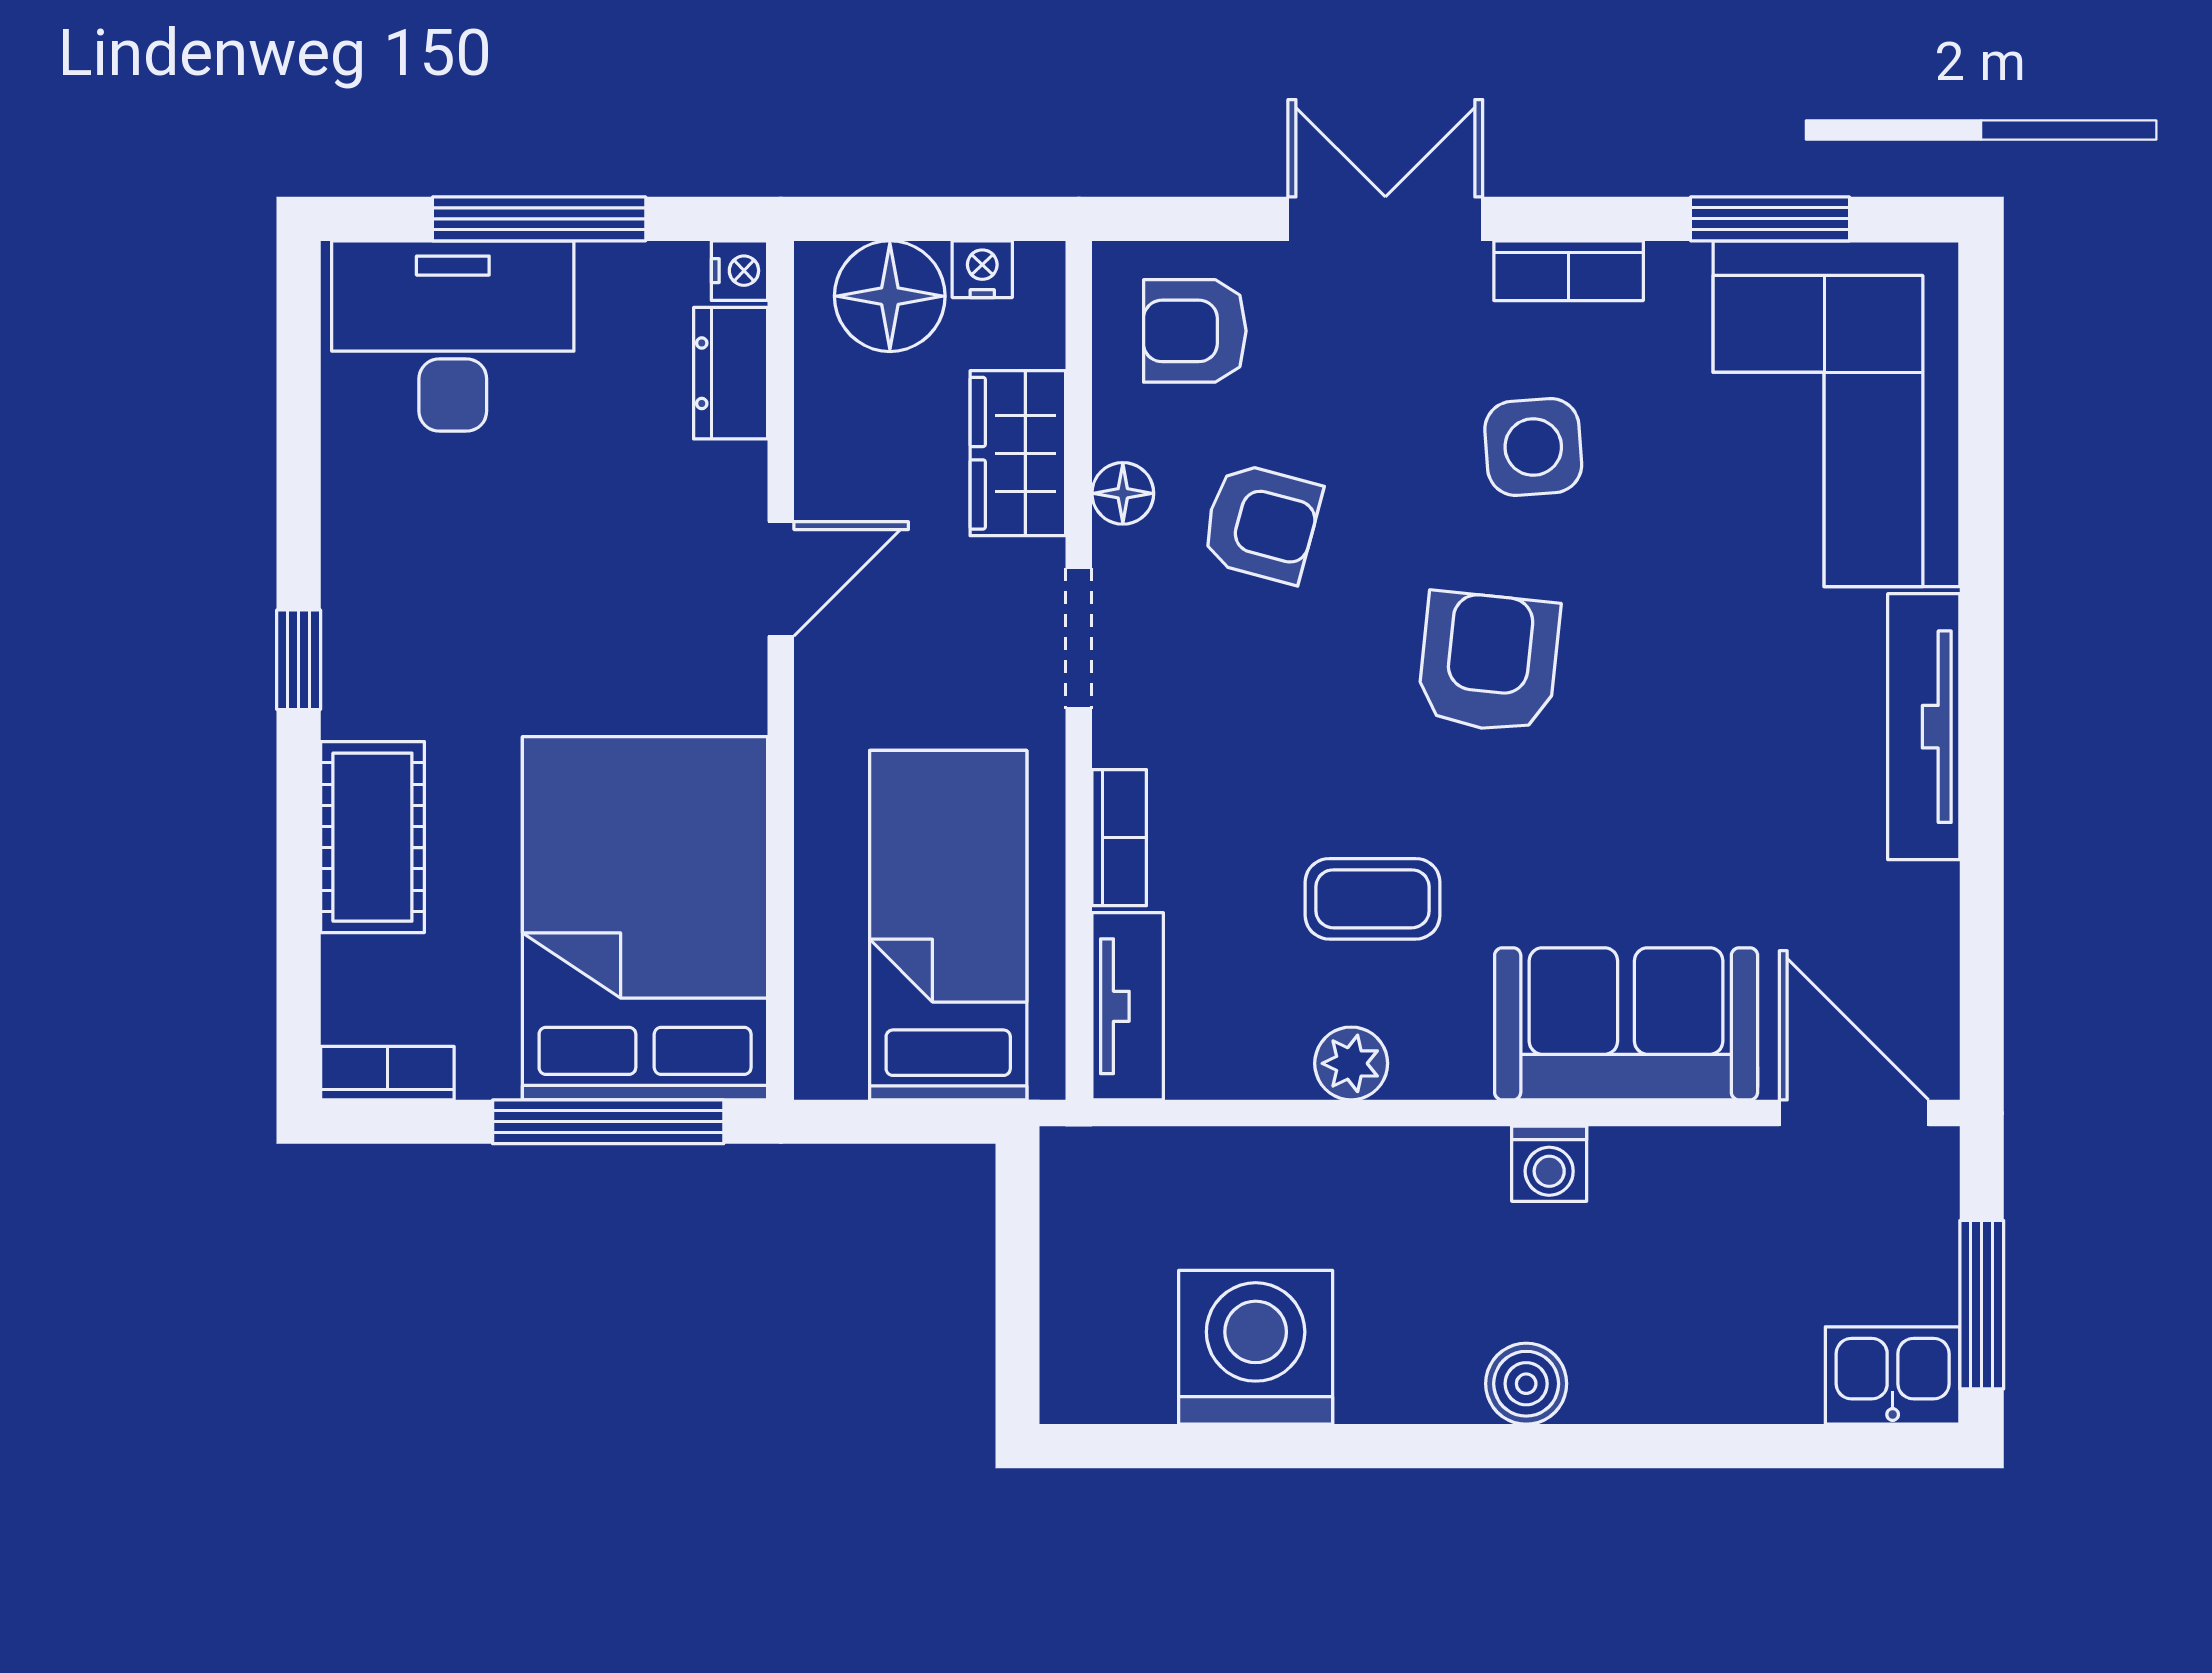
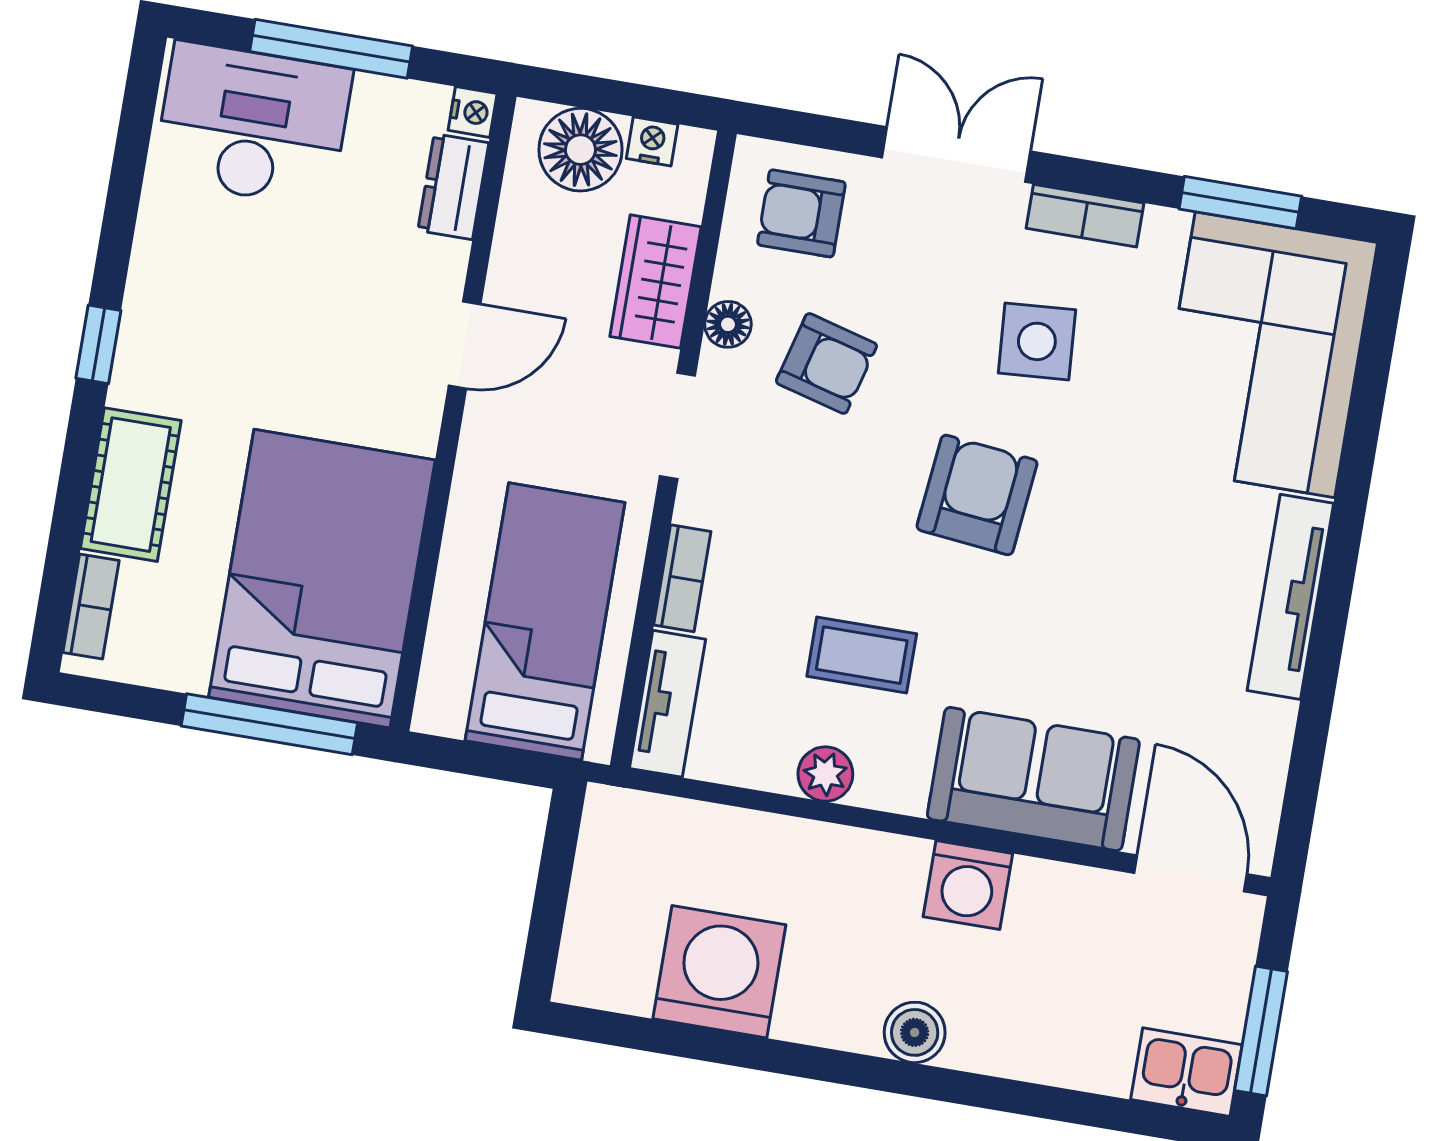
bookcase: (387, 1073) -> (91, 607), moved, turned 90
washing machine: (1549, 1164) -> (968, 885), width x1.38, depth x1.38

